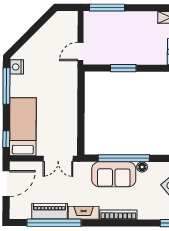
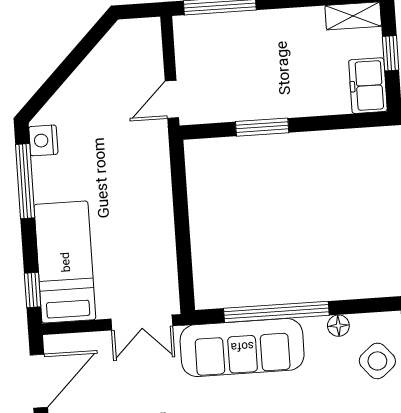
floor lamp: (142, 167) -> (338, 326), moved
sofa: (114, 174) -> (242, 347), width x1.36

